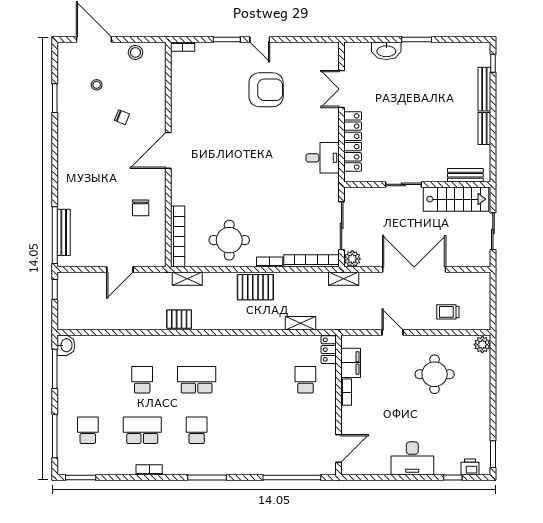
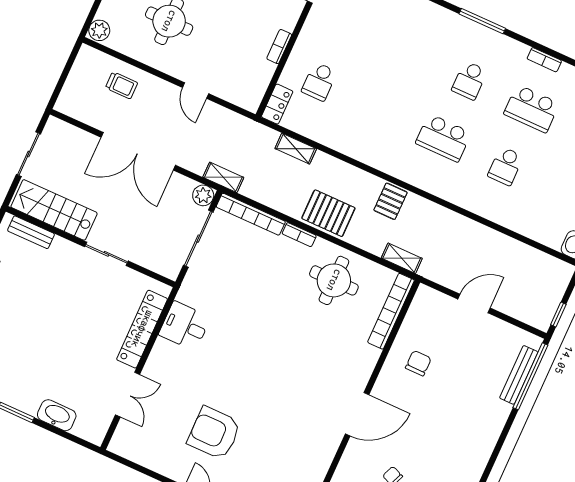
pallet: (179, 319) -> (391, 201), moved, turned 90
filing cabinet: (351, 363) -> (259, 77), removed

